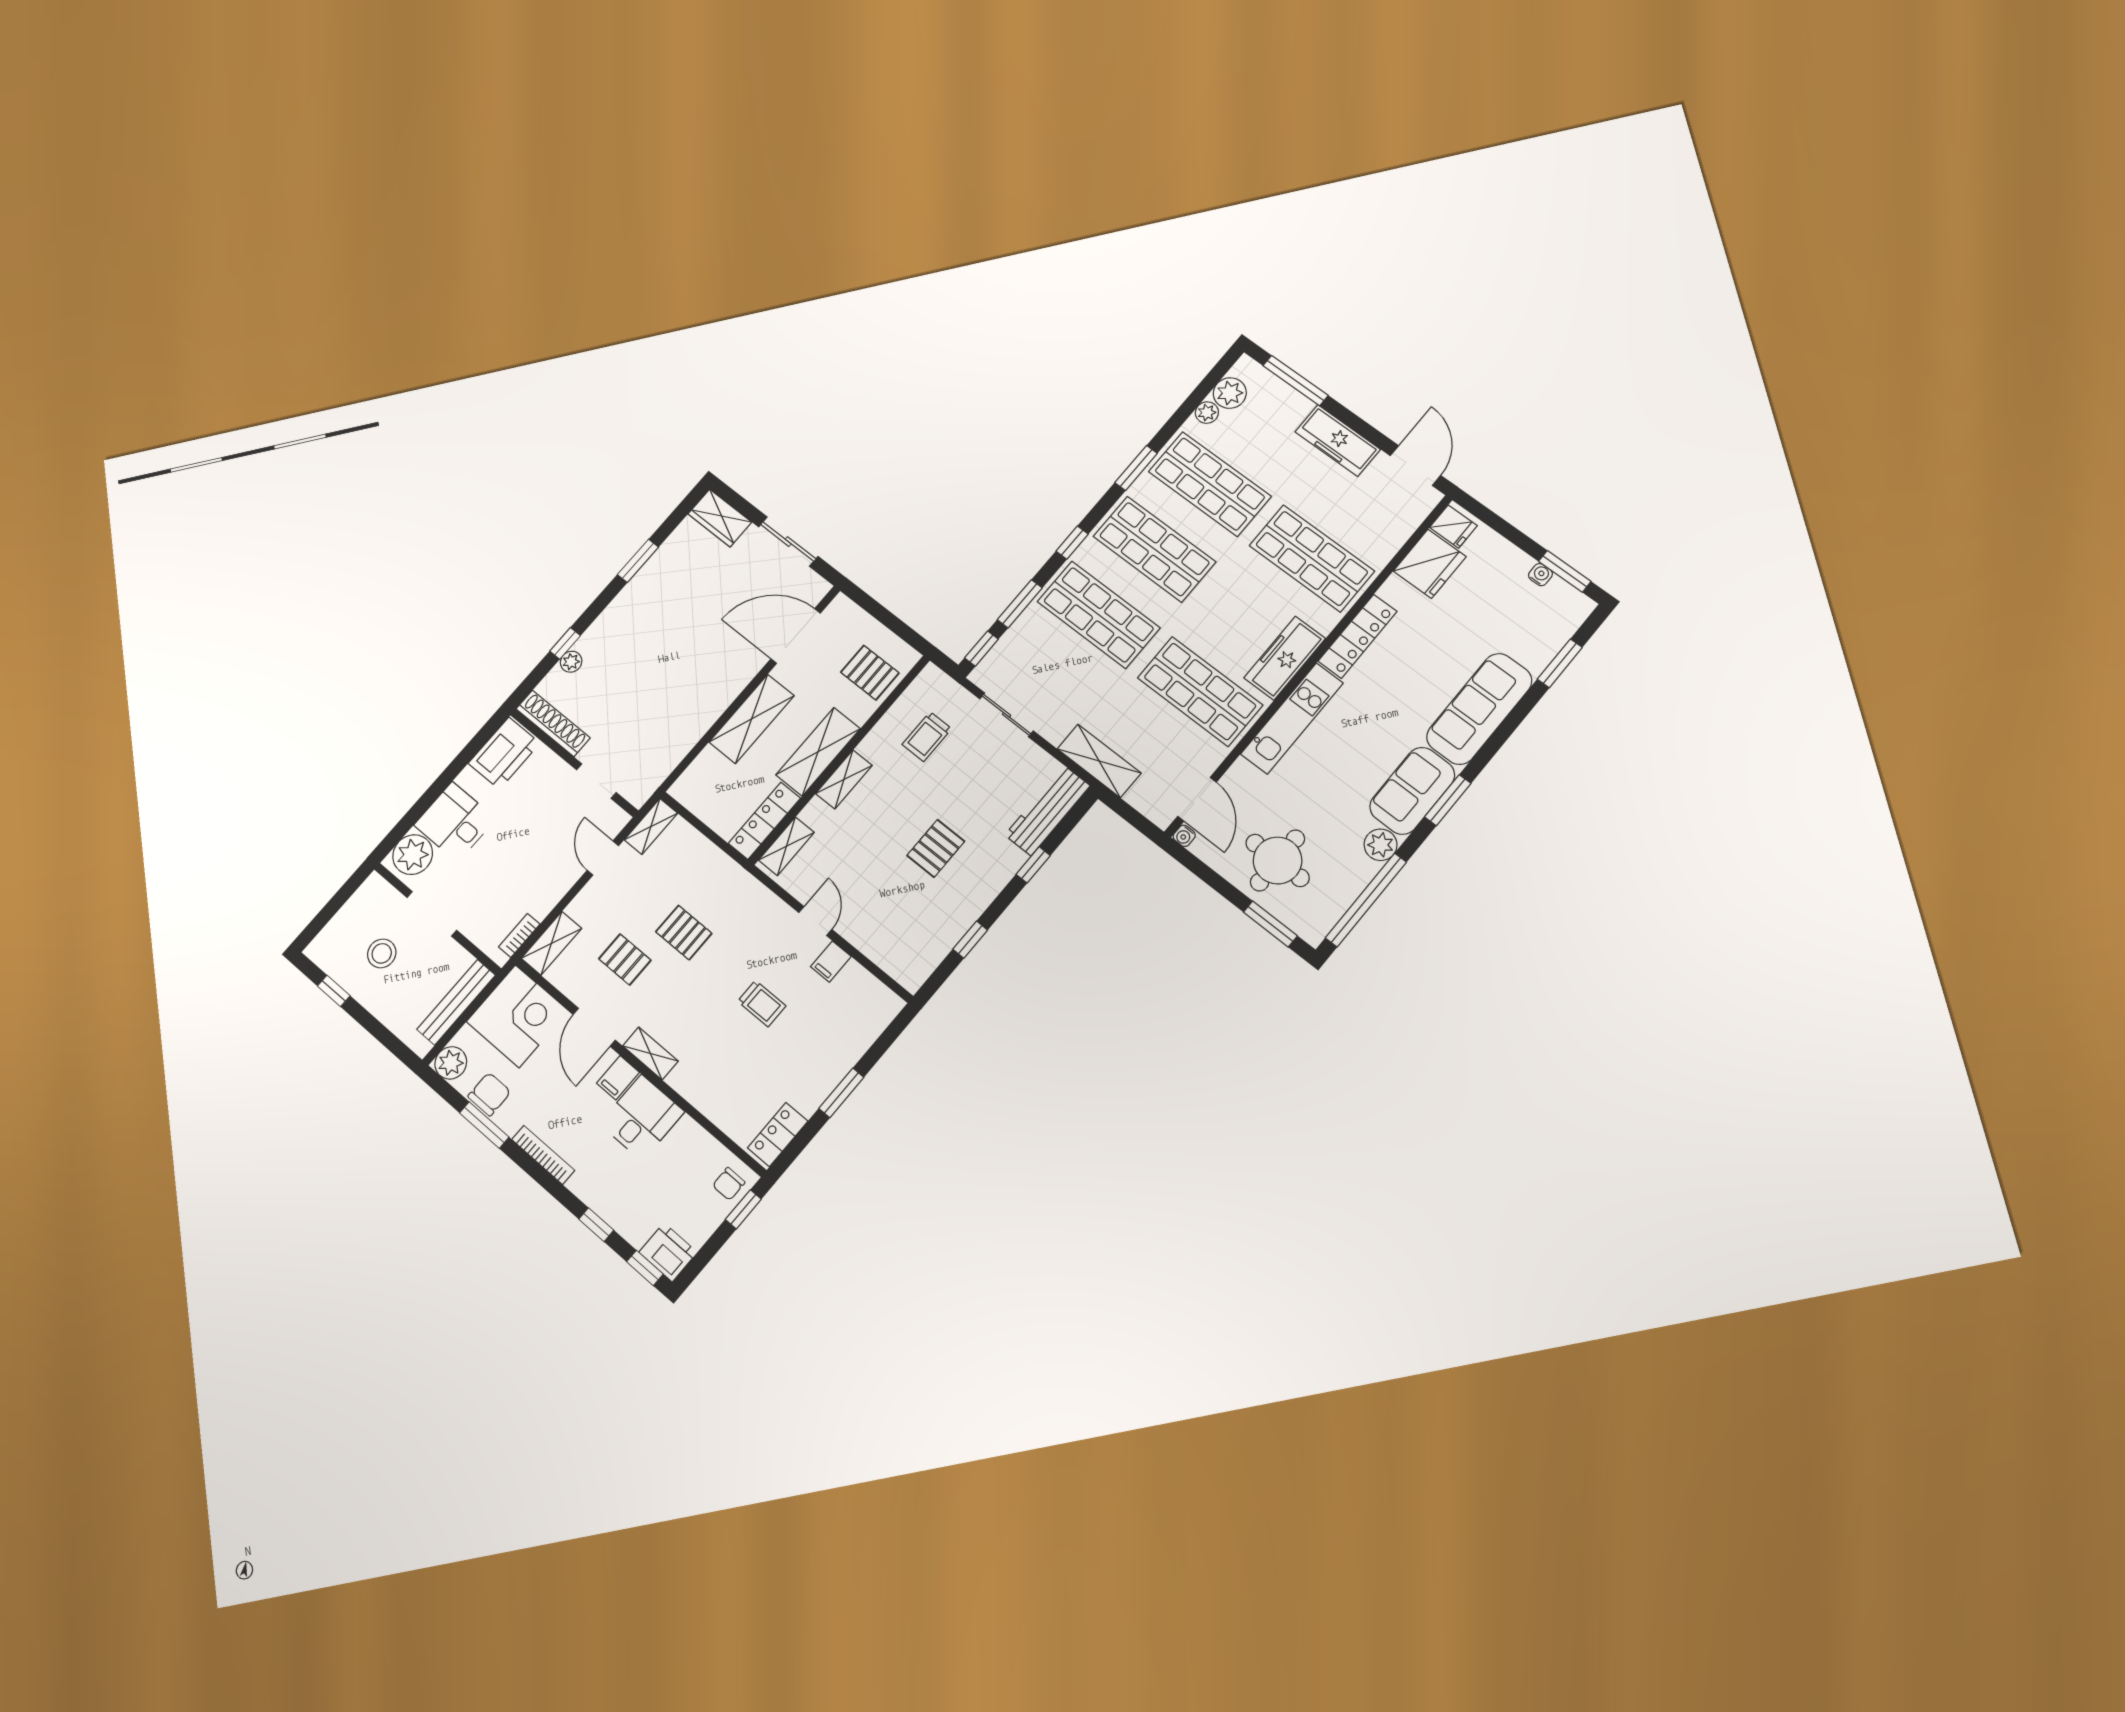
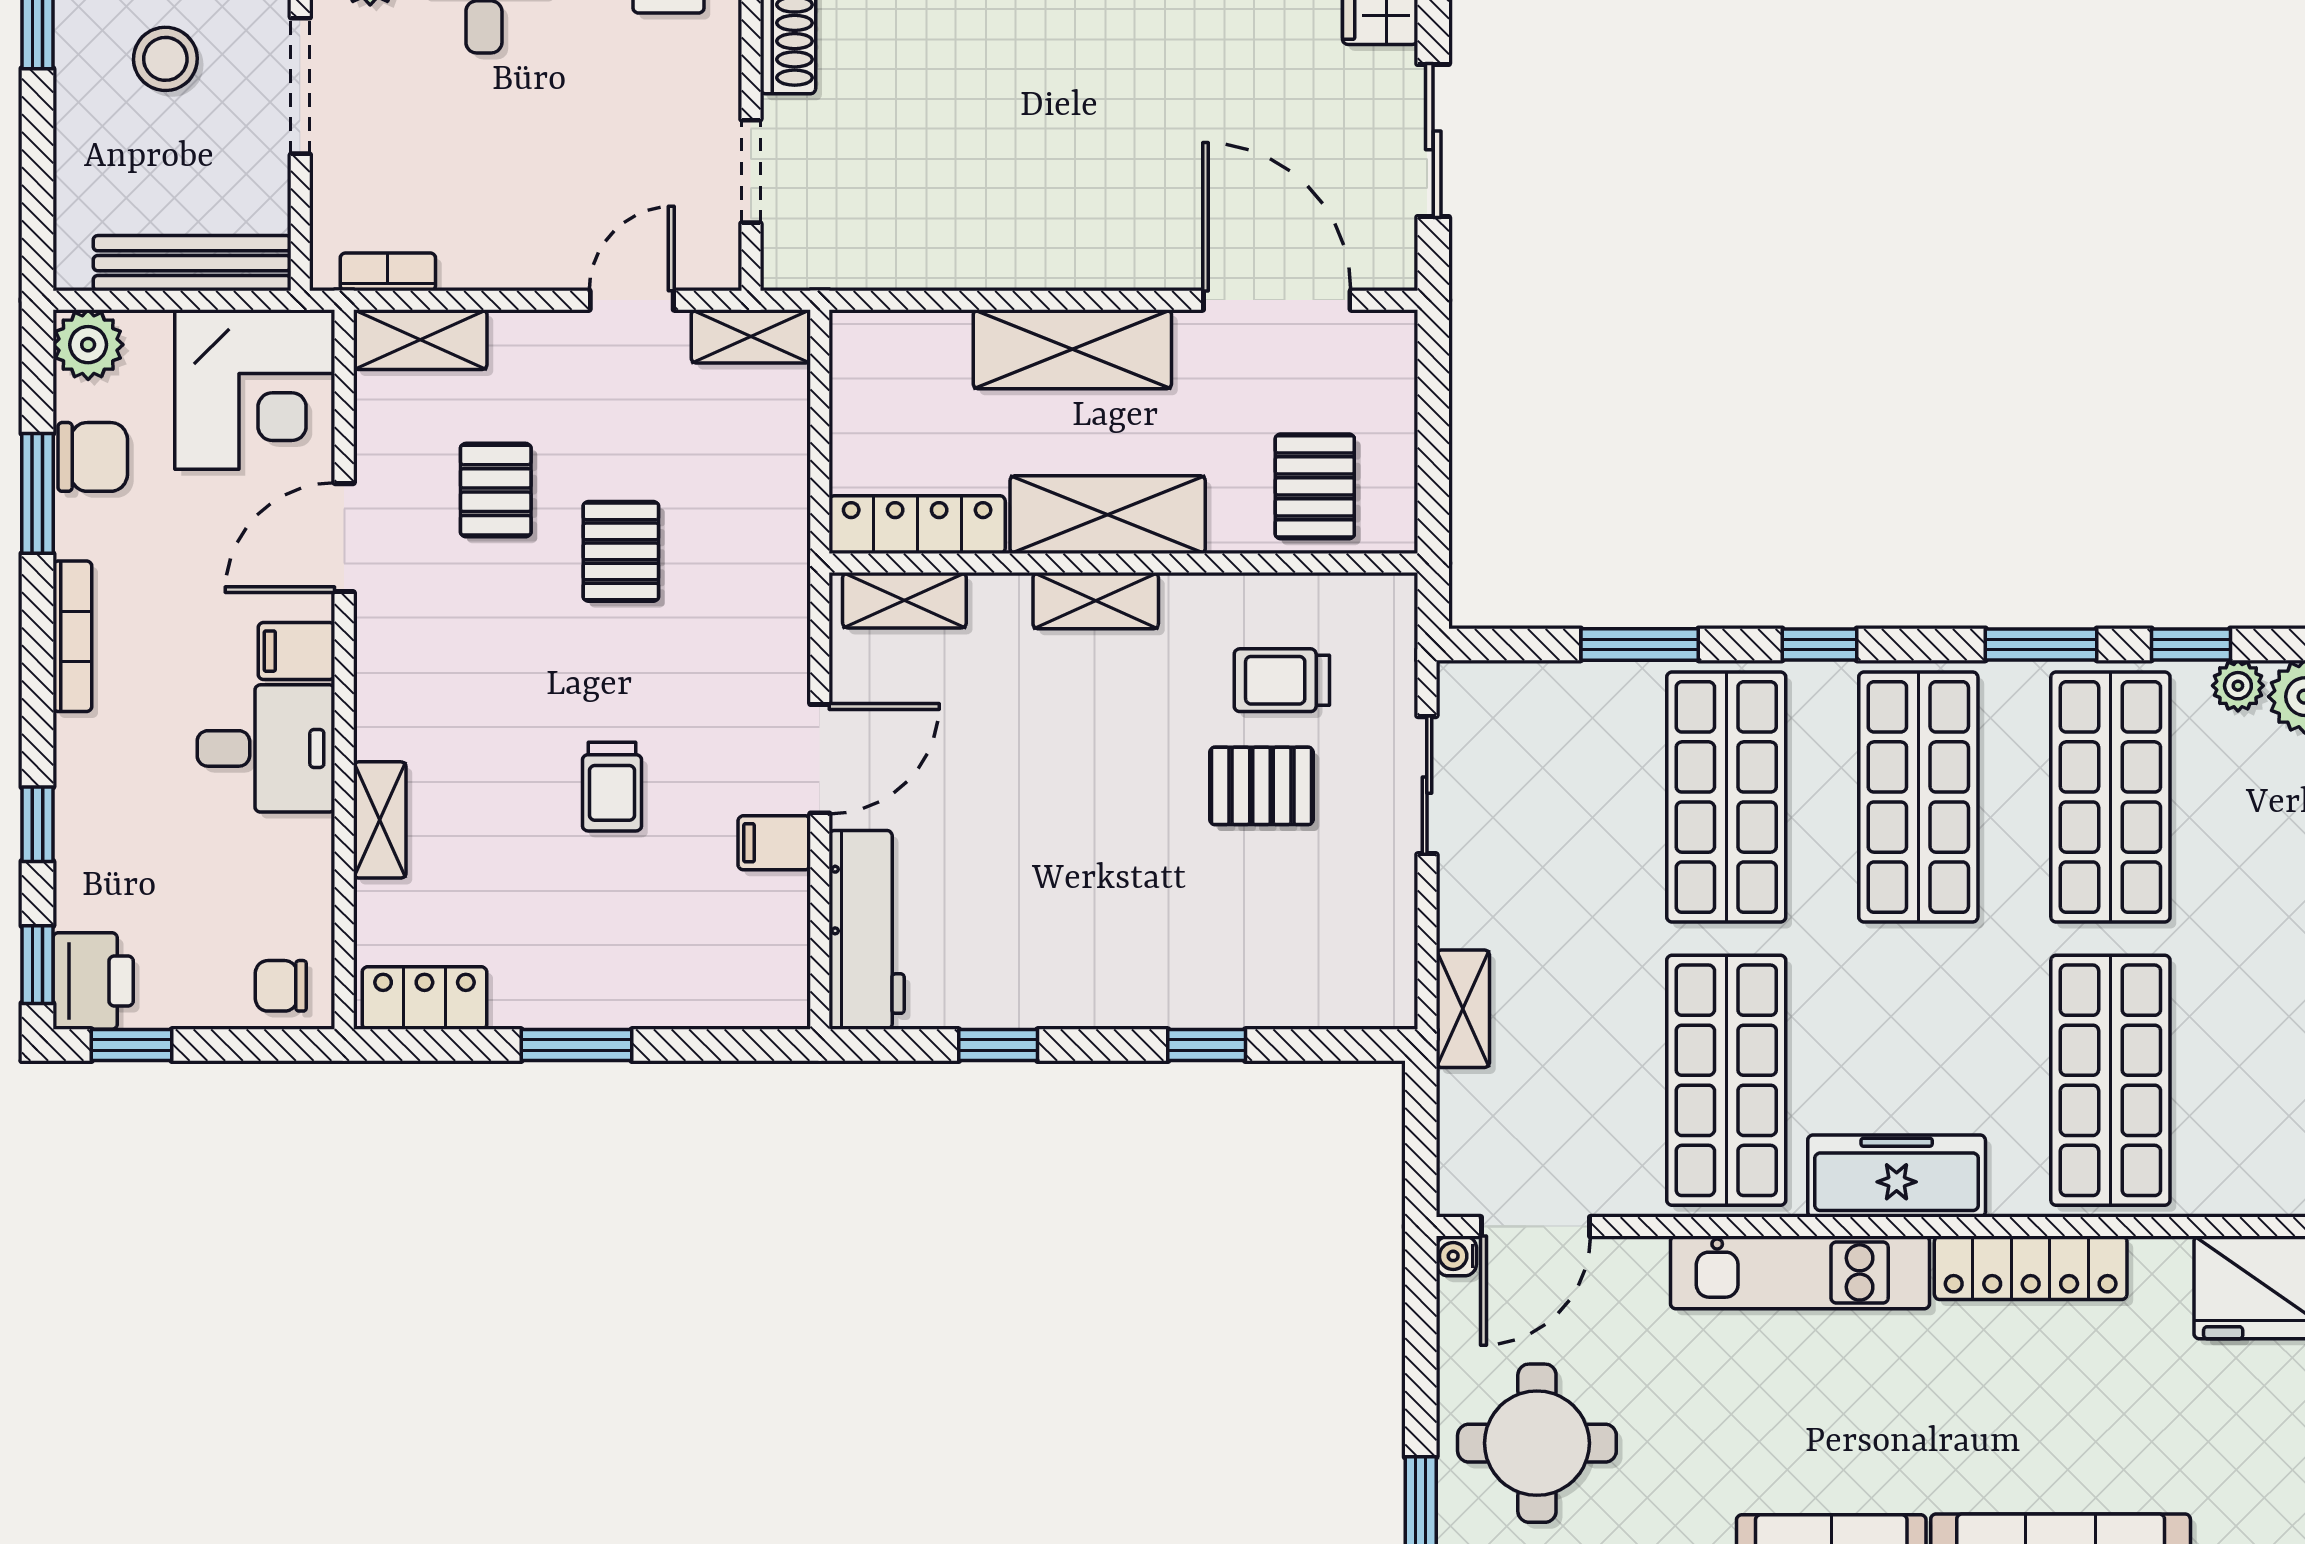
window: (981, 649) -> (2191, 644), moved
shelving: (1099, 761) -> (1463, 1009), width x0.67, depth x0.75
workbench: (1047, 810) -> (867, 930), moved, turned 90
pallet: (936, 848) -> (1261, 786), moved
door: (815, 921) -> (820, 759), width x1.38
shelving: (650, 1053) -> (380, 820), moved
window: (743, 1209) -> (132, 1045), moved

